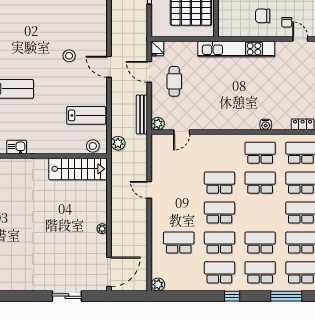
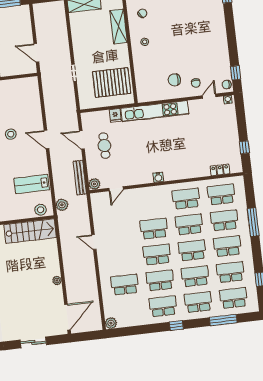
door: (300, 39) -> (209, 96), hinge flipped
fridge: (157, 48) -> (115, 115), moved
lab bench: (86, 115) -> (32, 184), turned 180
water cooler: (266, 125) -> (158, 177), moved
school desk: (260, 213) -> (192, 250), added

